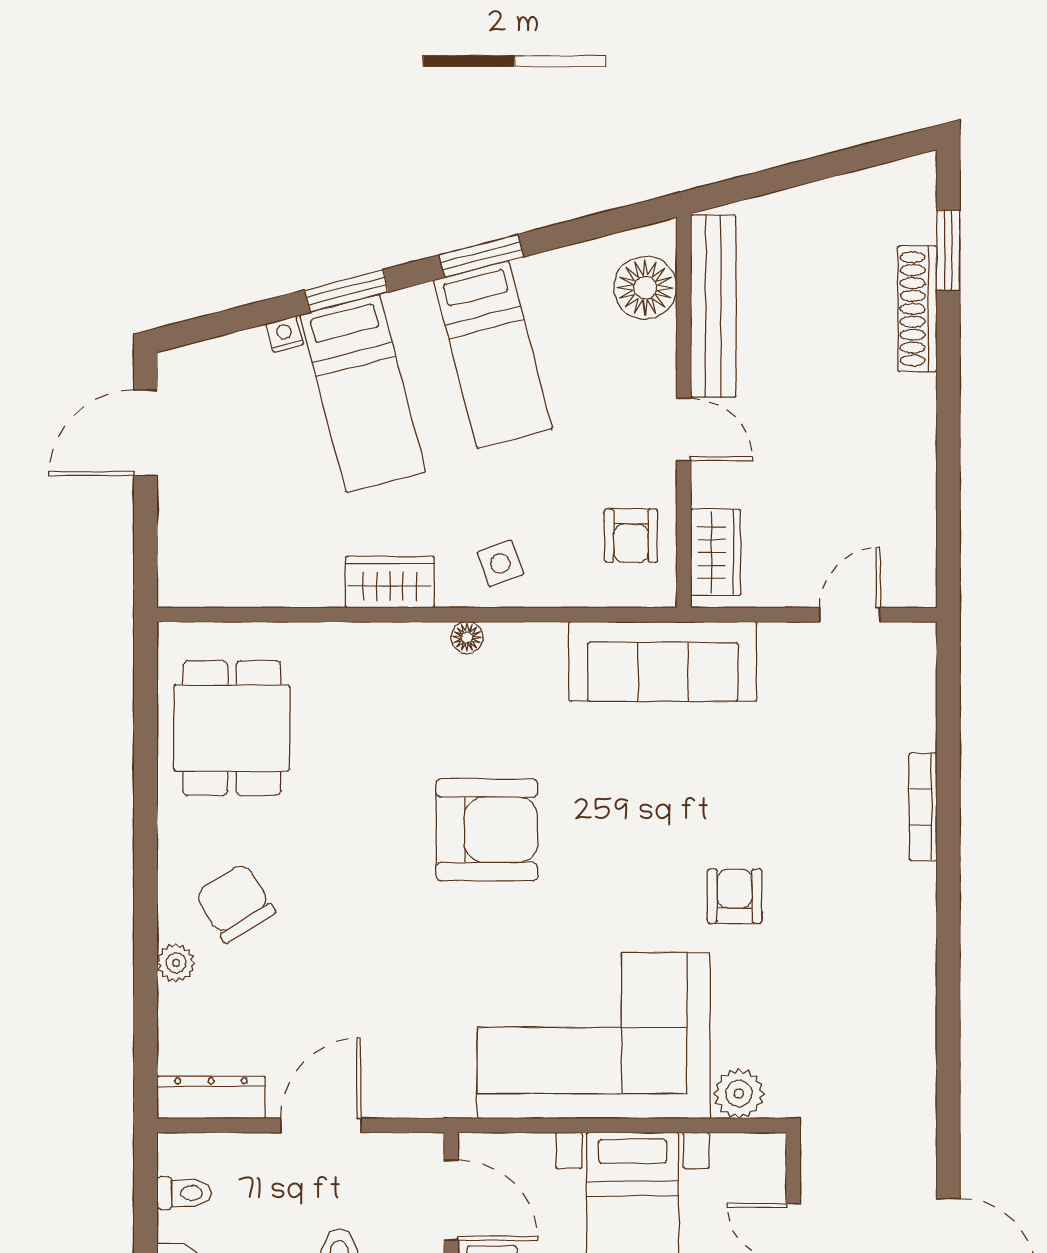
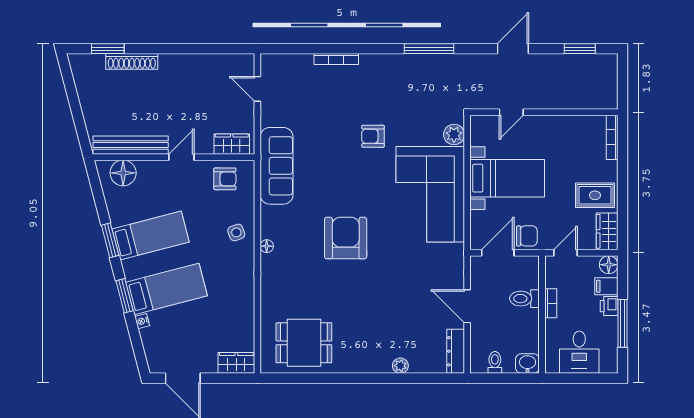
wardrobe: (390, 582) -> (236, 363), moved, turned 90
chair: (235, 903) -> (376, 341), removed
window: (948, 1033) -> (429, 49), added

